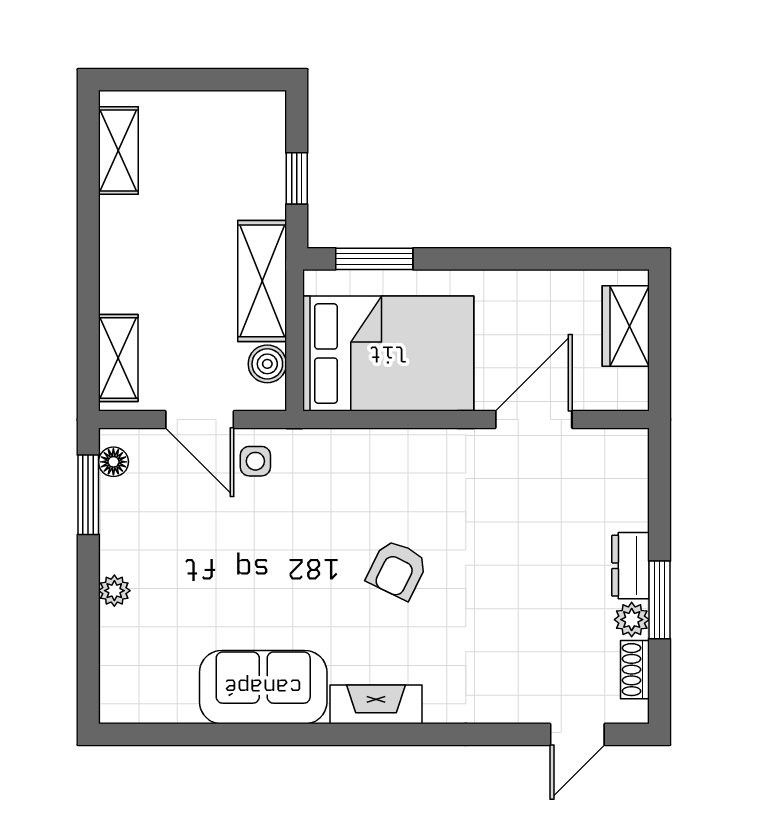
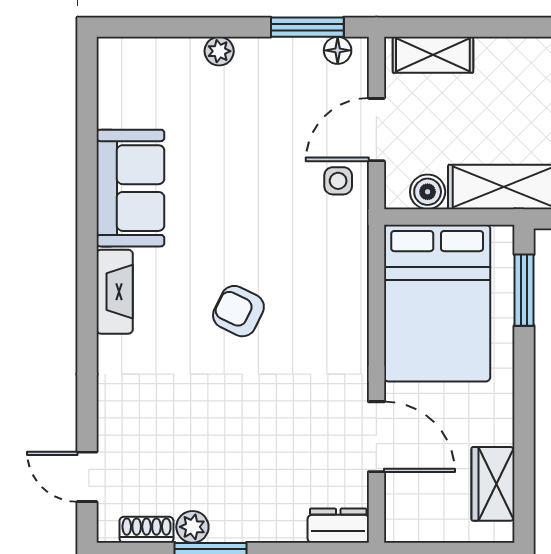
wardrobe: (626, 326) -> (493, 484), moved, turned -90
dresser: (630, 566) -> (338, 526), moved

